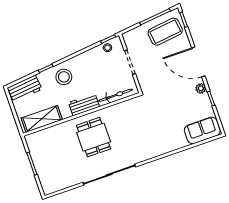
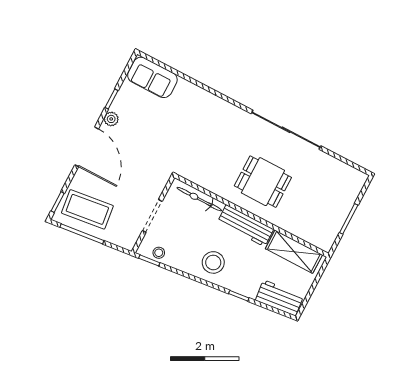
stool: (64, 77) -> (213, 262), moved
workbench: (84, 105) -> (246, 226), width x1.38
dining table: (94, 137) -> (263, 182), turned 90

